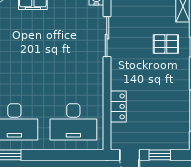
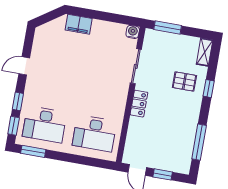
locker: (118, 106) -> (139, 104), moved

